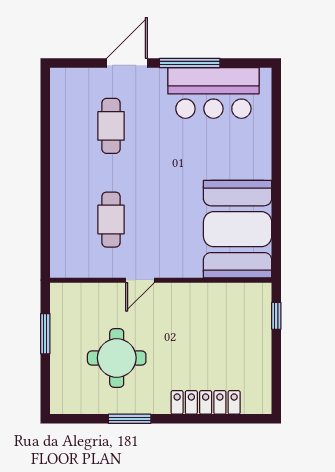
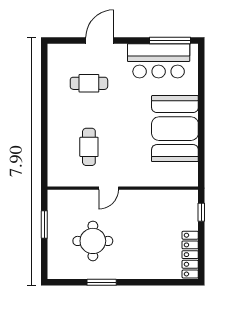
window: (190, 63) -> (170, 40), moved
cafe table: (111, 126) -> (89, 83), turned 90
booth: (238, 229) -> (175, 129), moved
locker: (206, 402) -> (190, 255), moved, turned -90

